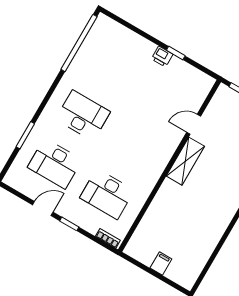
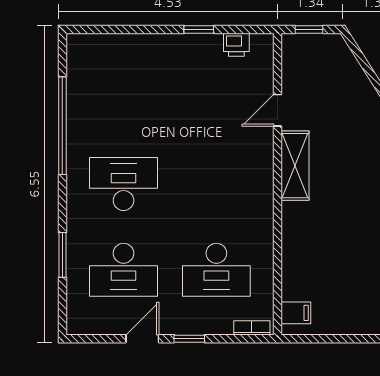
window: (79, 43) -> (62, 126), moved
printer: (162, 57) -> (236, 45), moved
filing cabinet: (161, 263) -> (296, 313), moved, turned 90

